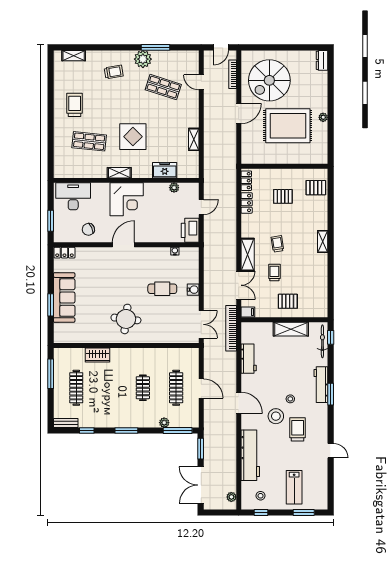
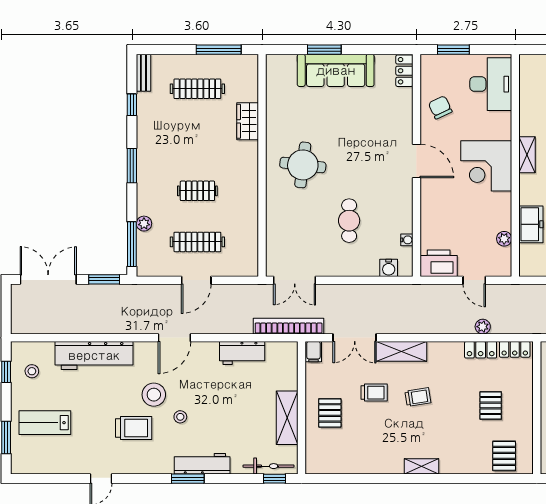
water cooler: (193, 290) -> (389, 268), moved
plant: (231, 497) -> (483, 327), moved

